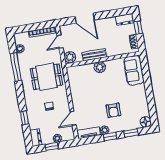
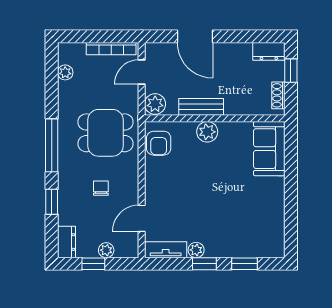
window: (16, 67) -> (52, 145), moved
armchair: (113, 110) -> (159, 143), moved
floor lamp: (146, 122) -> (275, 248), removed

